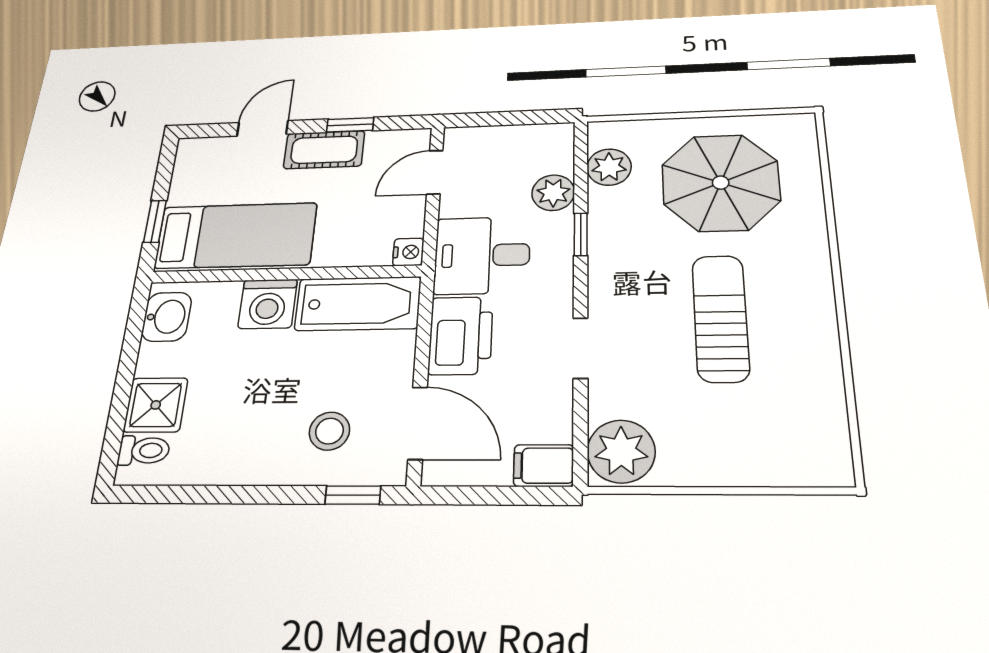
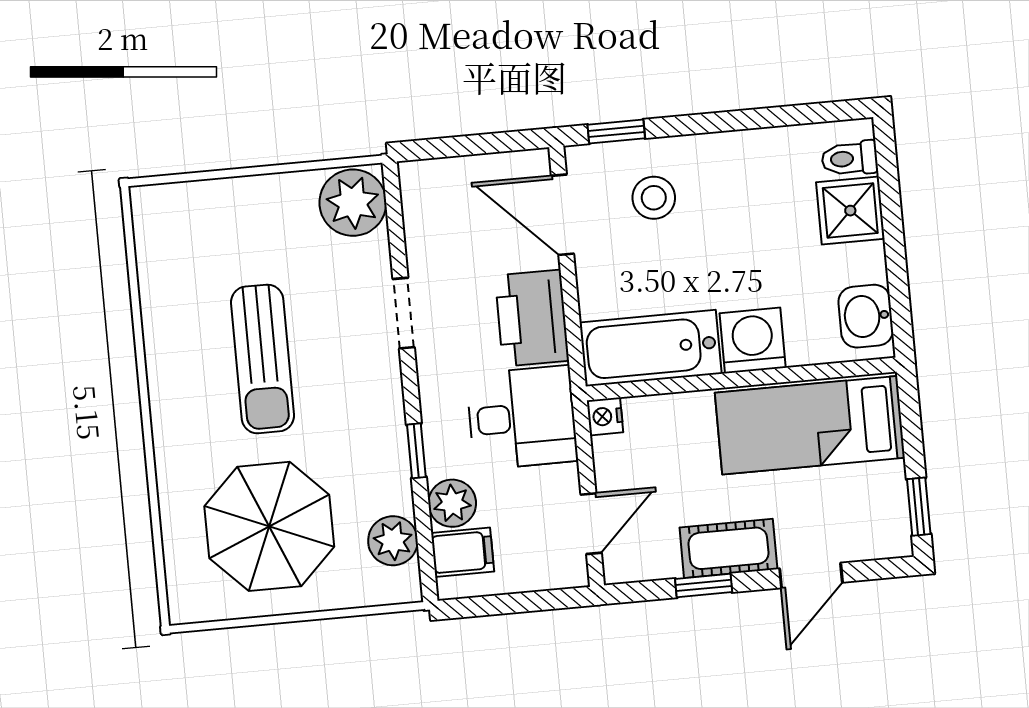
window: (155, 221) -> (919, 507), moved
filing cabinet: (544, 466) -> (463, 552), moved

